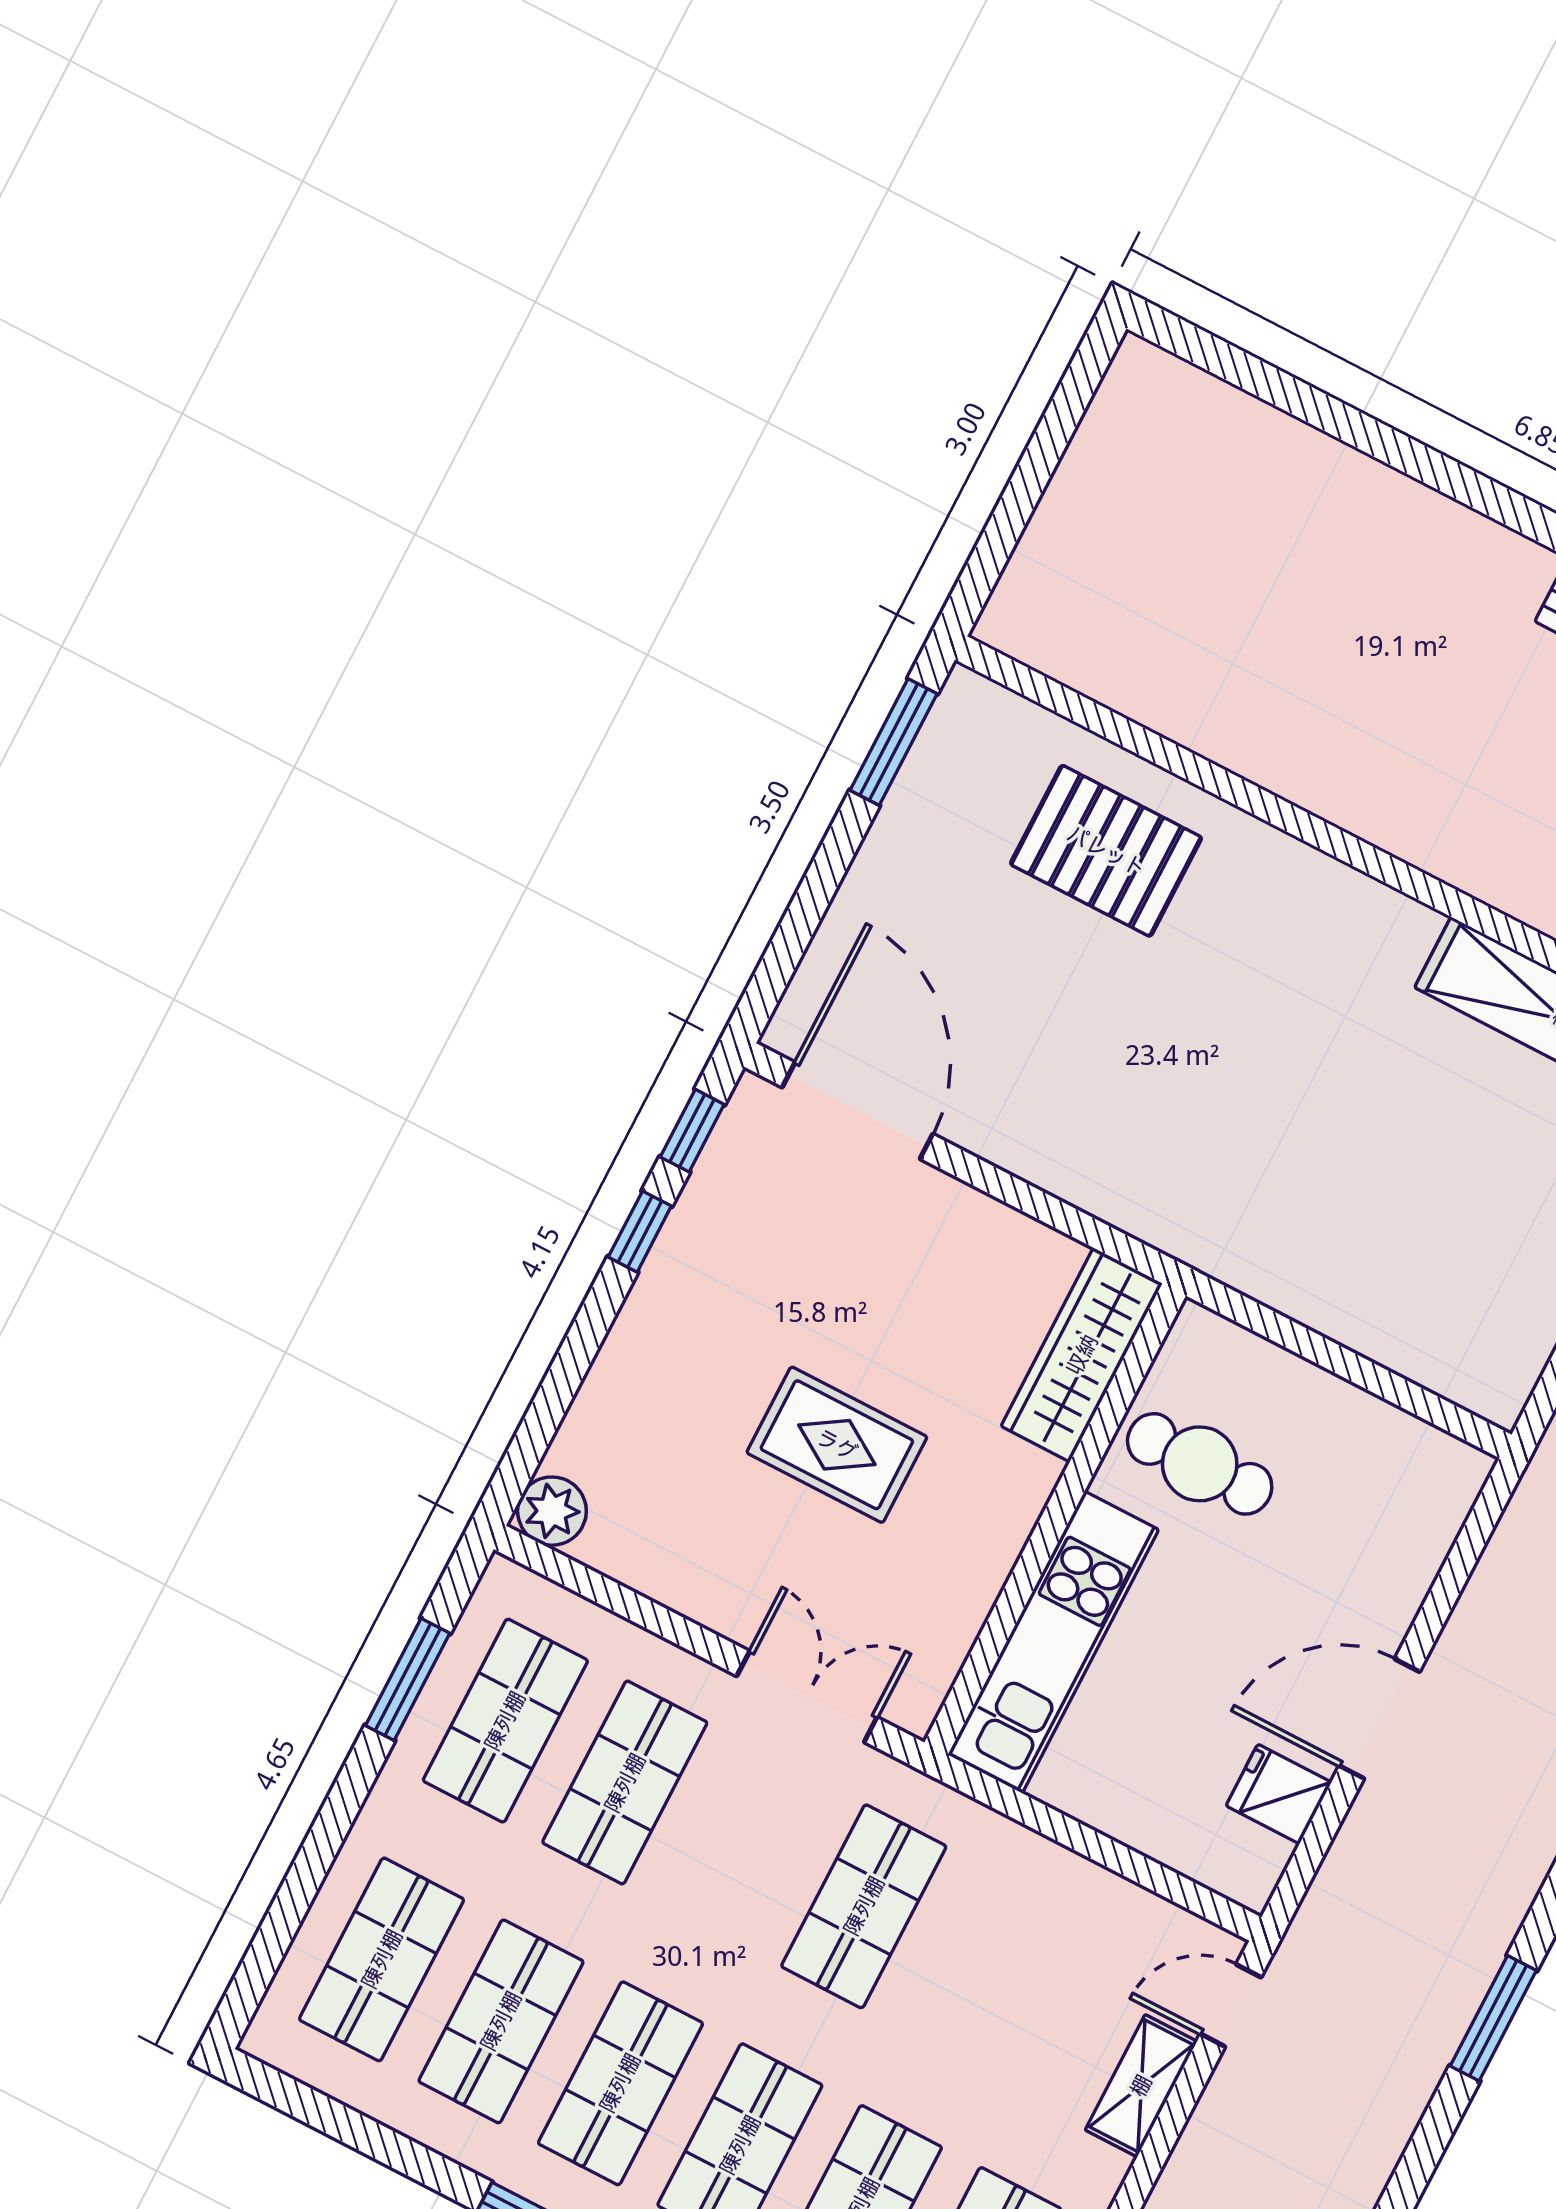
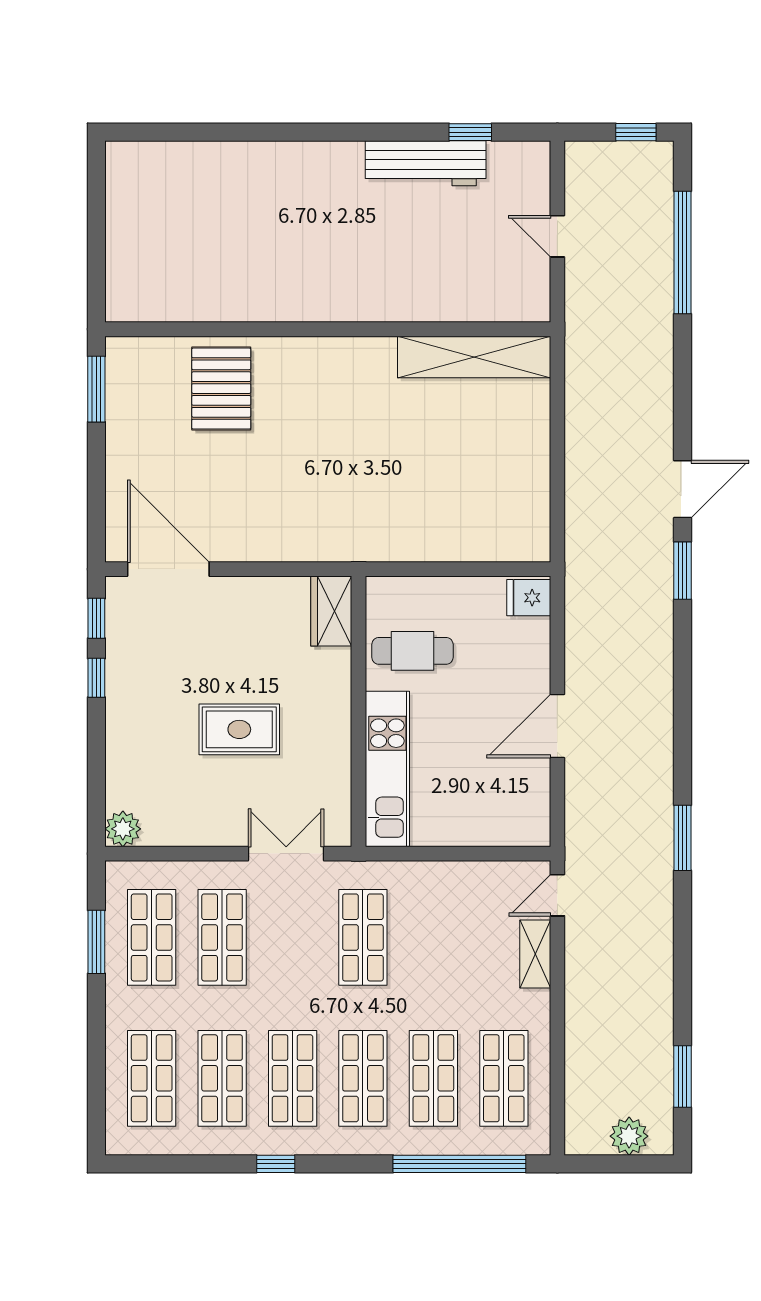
pallet: (1106, 851) -> (221, 389), turned 90
wardrobe: (1082, 1355) -> (331, 611), width x0.67
fridge: (1279, 1794) -> (529, 598), moved

